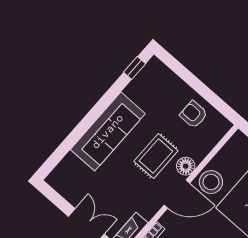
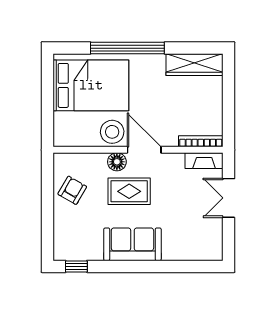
armchair: (194, 115) -> (72, 190), turned -150
sofa: (108, 132) -> (132, 244), width x0.73

